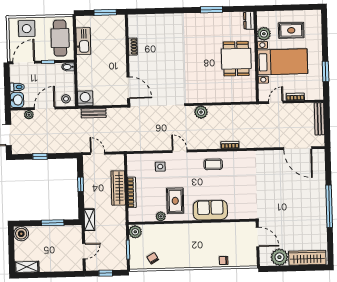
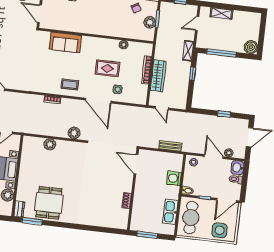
window: (211, 10) -> (32, 221), moved
dining table: (236, 59) -> (49, 203), moved
plant: (226, 96) -> (50, 144), added
washing machine: (85, 98) -> (174, 178), moved, turned 90
door: (45, 108) -> (214, 157), swing flipped
door: (180, 151) -> (98, 101), width x1.87
door: (98, 153) -> (162, 108), moved
window: (81, 184) -> (193, 74), moved
rug: (175, 201) -> (107, 68), moved, turned 90
sofa: (210, 210) -> (65, 42), moved
window: (53, 223) -> (221, 53), width x1.44
plant: (135, 232) -> (150, 22), moved
shelving: (27, 267) -> (221, 13), moved

